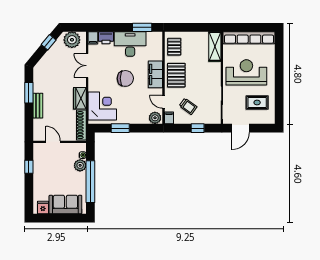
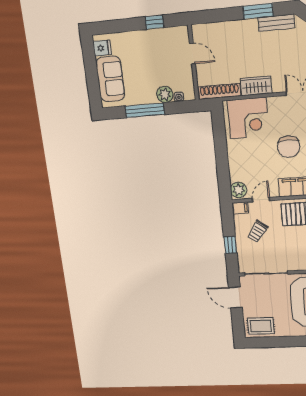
rug: (257, 103) -> (261, 326), moved, turned 90
bench: (38, 106) -> (276, 23), moved
window: (120, 128) -> (220, 145), removed
door: (53, 142) -> (192, 53), hinge flipped
window: (90, 182) -> (145, 110), width x0.68

